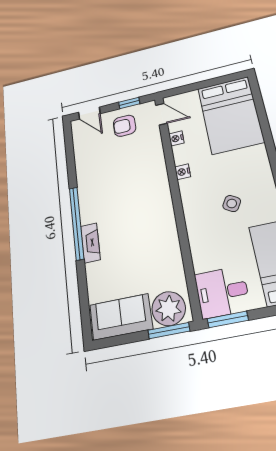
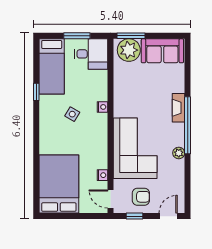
door: (89, 113) -> (168, 216), hinge flipped
nightstand: (183, 172) -> (102, 107), moved
corner sofa: (140, 180) -> (135, 148), added
plant: (84, 187) -> (179, 153), added
window: (228, 319) -> (77, 36), moved

